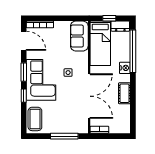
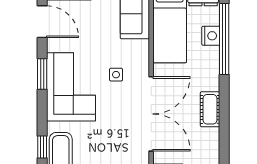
nightstand: (125, 68) -> (211, 36), moved
window: (24, 96) -> (42, 147), moved

